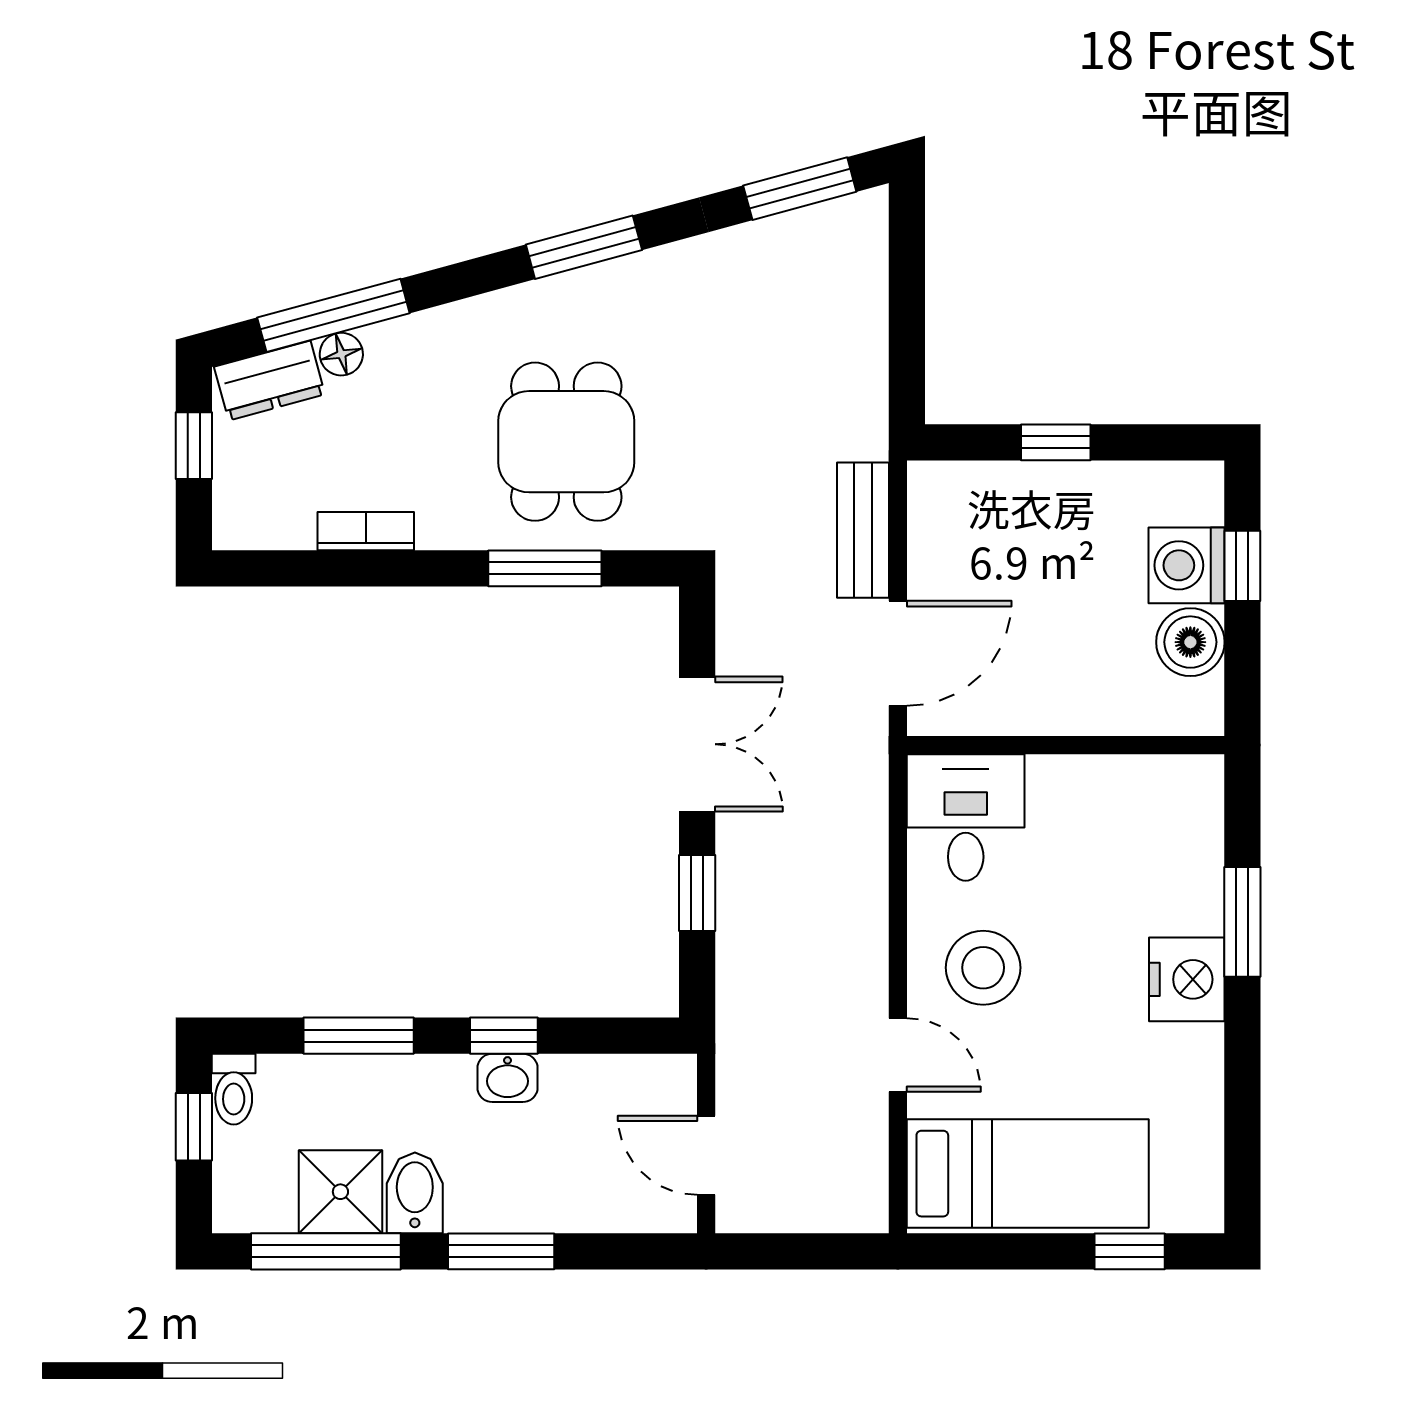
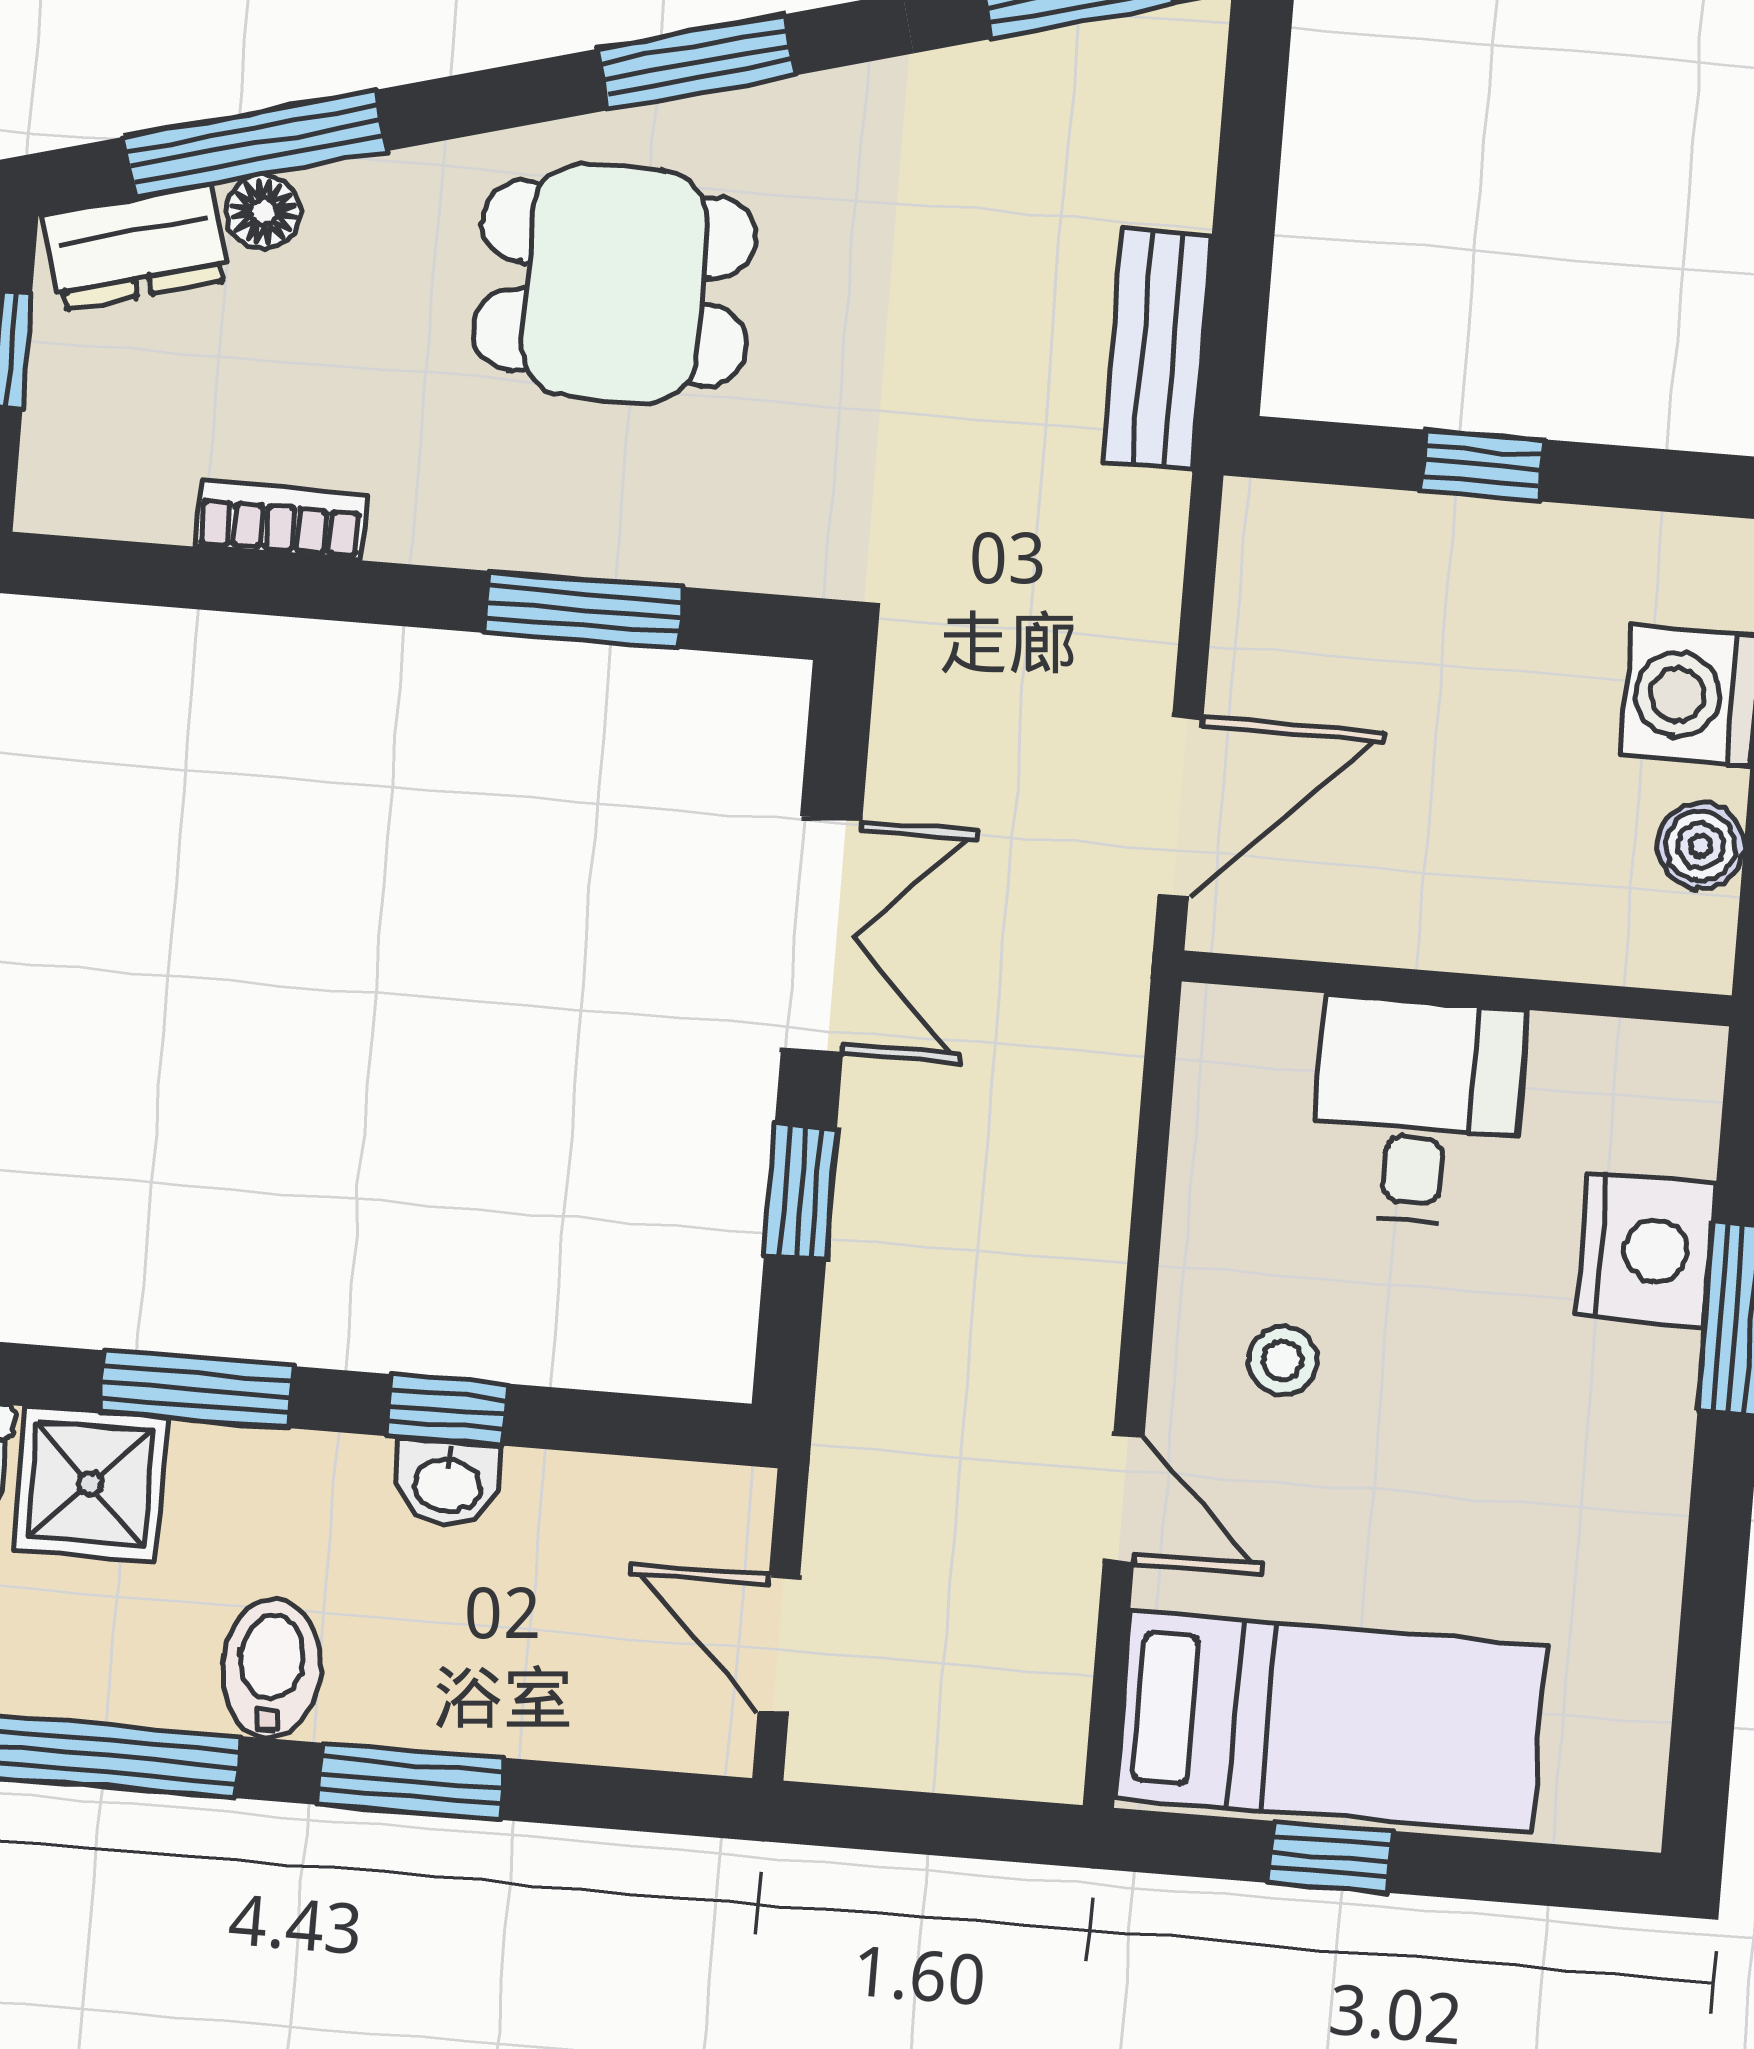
dining table: (566, 442) -> (615, 284), moved, turned 90
bench: (863, 530) -> (1158, 349), moved
boiler: (1190, 642) -> (1701, 846), width x0.73, depth x0.73
desk: (966, 817) -> (1418, 1111), moved
stool: (983, 968) -> (1283, 1361), width x0.53, depth x0.53
nightstand: (1187, 979) -> (1646, 1250), moved
shower: (340, 1192) -> (90, 1484), moved
window: (1130, 1251) -> (1330, 1857), moved

